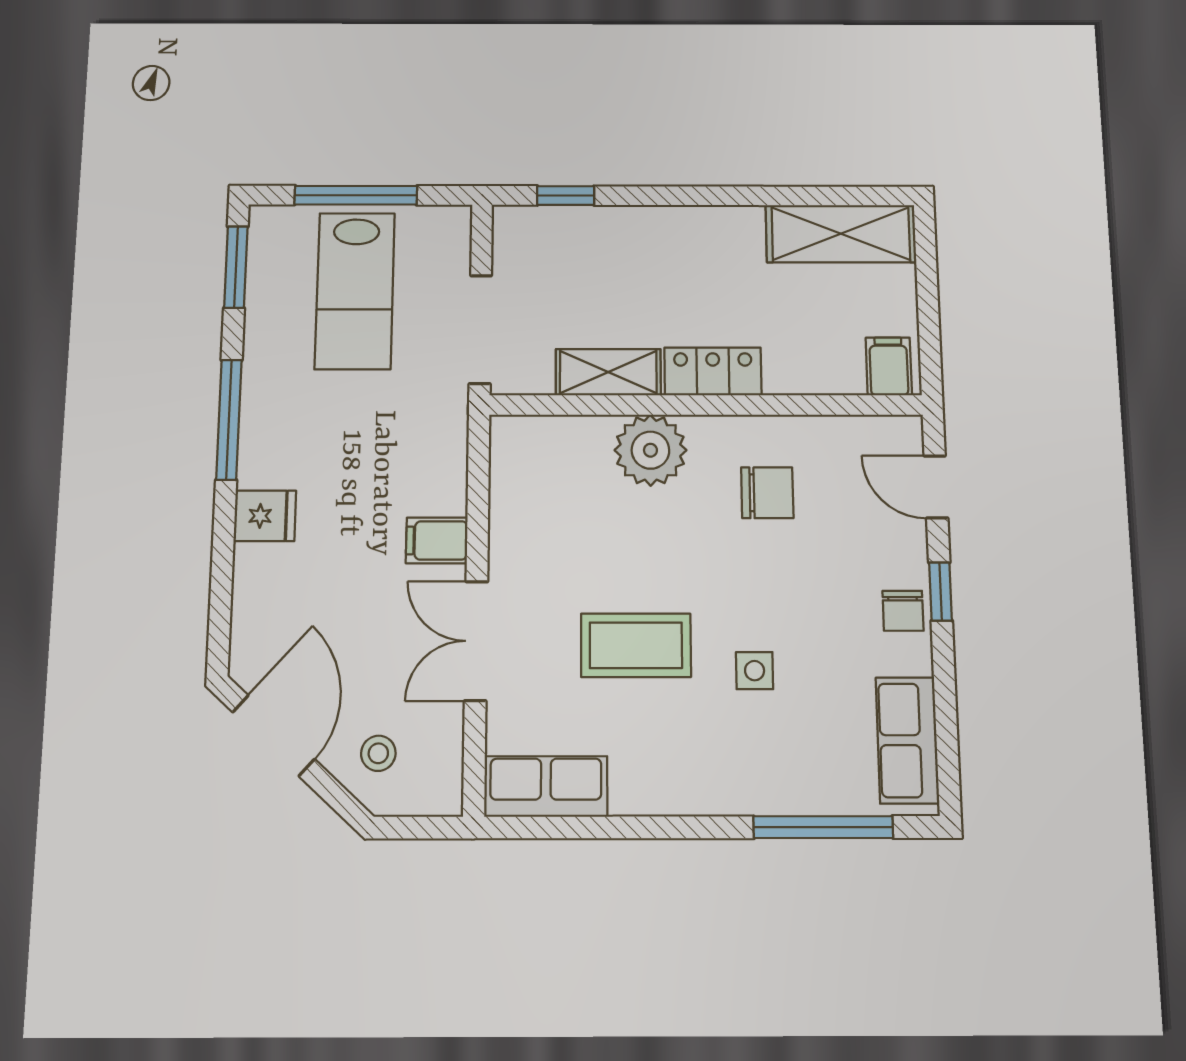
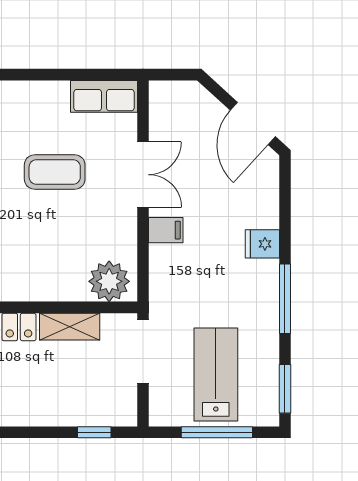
plant: (650, 450) -> (109, 281), moved
stool: (378, 753) -> (195, 114), removed

